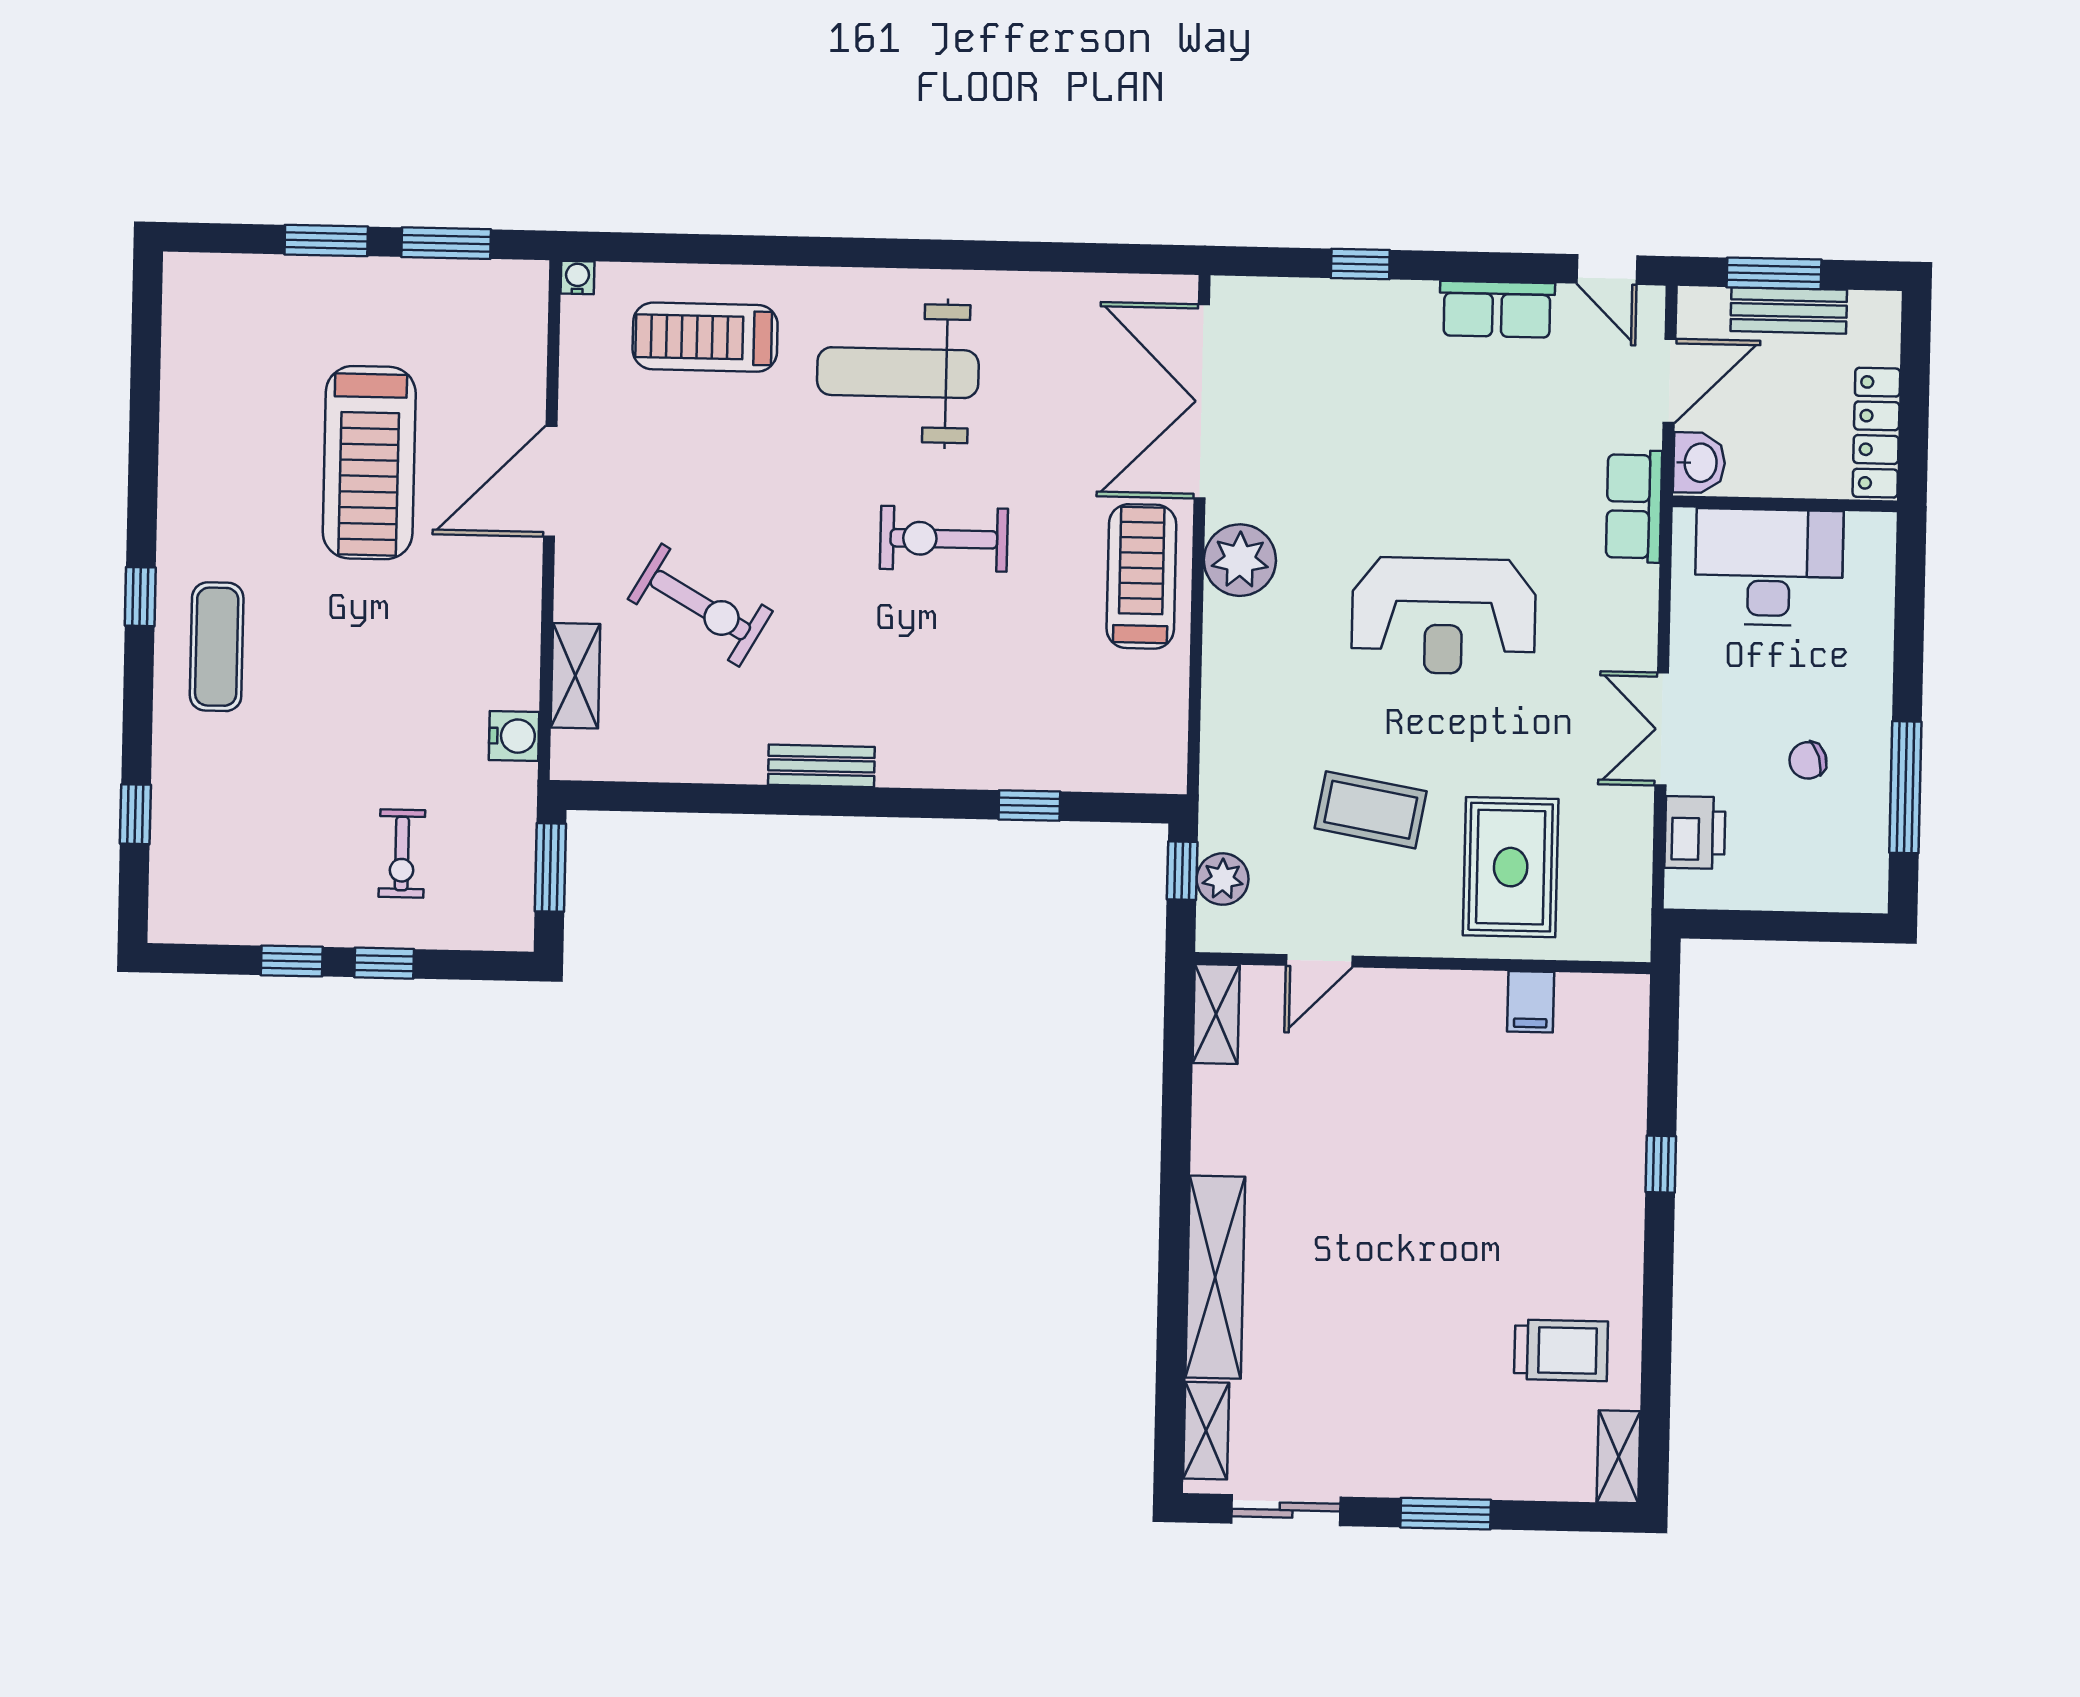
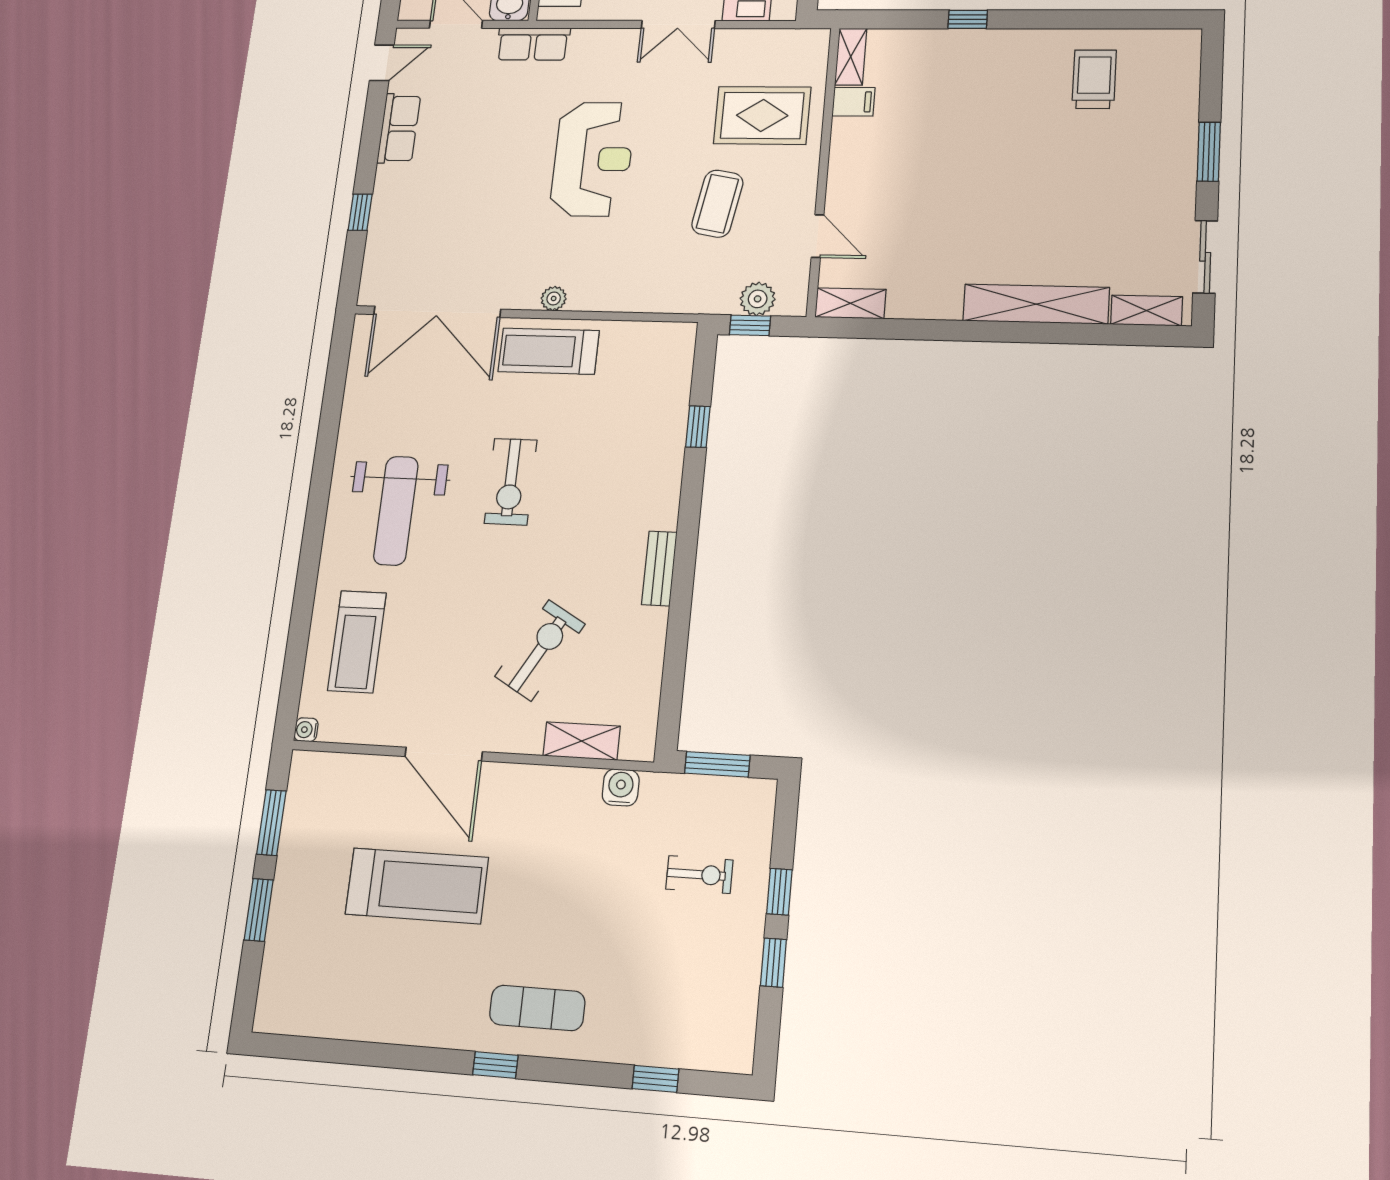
plant: (1240, 560) -> (554, 298), width x0.53, depth x0.53
shelving: (1618, 1457) -> (851, 57), moved, turned 90

